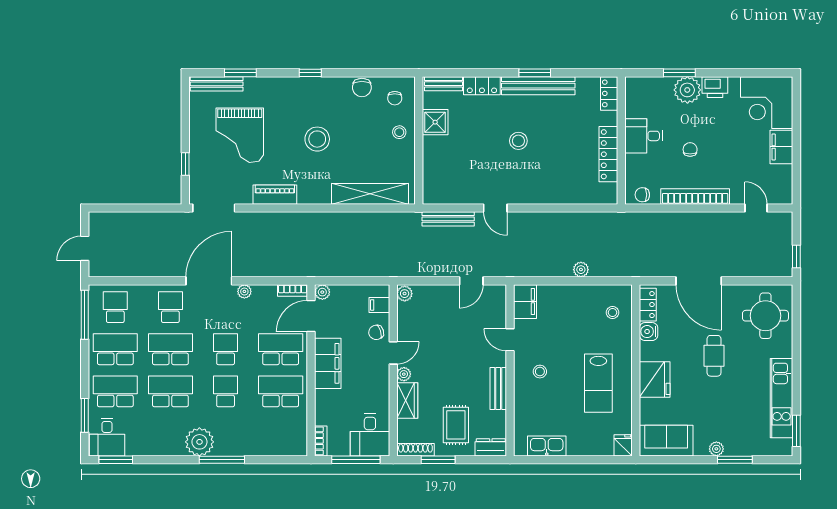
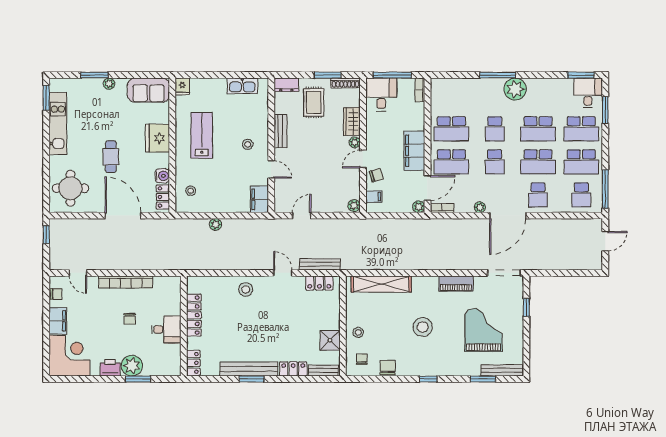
stool: (518, 141) -> (246, 289), moved
locker: (449, 195) -> (319, 283), added
chair: (642, 195) -> (56, 294), moved

